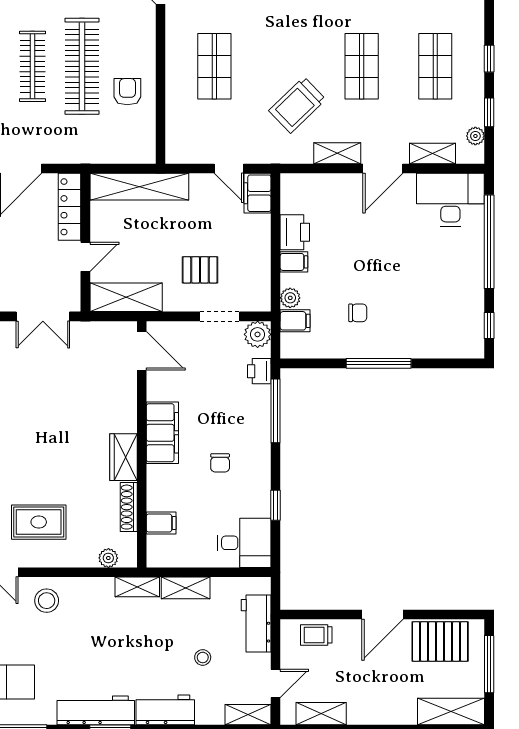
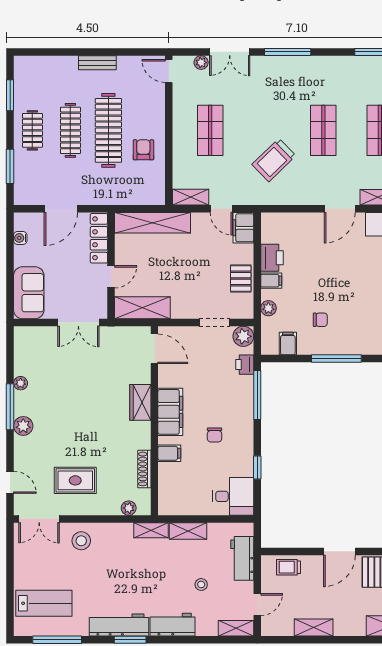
shelving: (337, 153) -> (191, 197), moved
pallet: (200, 270) -> (241, 279), moved, turned 90
filing cabinet: (295, 321) -> (288, 344), moved, turned -90
wardrobe: (123, 457) -> (140, 402), moved
filing cabinet: (161, 523) -> (169, 453), moved
shelving: (321, 714) -> (314, 628), moved

